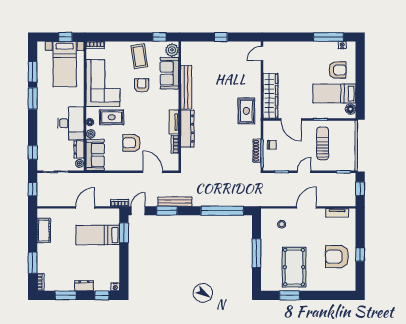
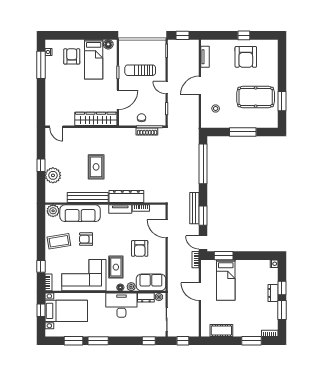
window: (159, 37) -> (41, 266), moved
plant: (210, 50) -> (53, 175), added
sofa: (169, 73) -> (80, 213), width x1.36
rug: (246, 111) -> (96, 167), moved, turned 90
door: (153, 172) -> (167, 229), hinge flipped
door: (306, 207) -> (200, 85), hinge flipped
window: (102, 295) -> (282, 288), moved

